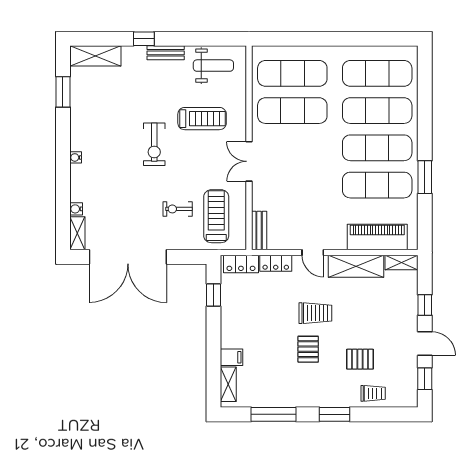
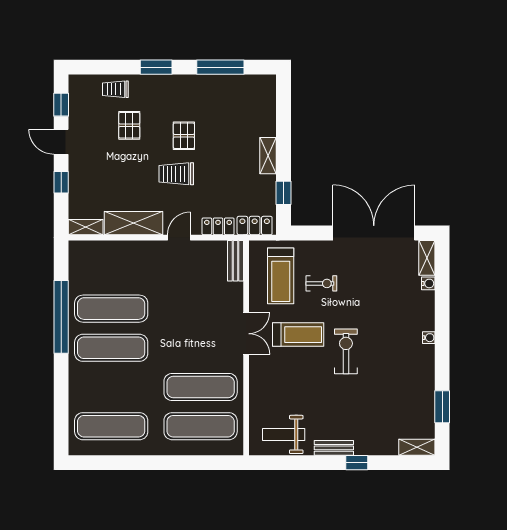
shelving: (95, 56) -> (417, 447), width x0.67, depth x0.75
exercise mat: (377, 111) -> (111, 387), removed
treadmill: (202, 119) -> (298, 335), moved, turned 180
window: (425, 177) -> (61, 317), width x2.11
piano: (377, 237) -> (111, 254), removed
door: (313, 253) -> (179, 238), hinge flipped
filing cabinet: (232, 357) -> (264, 127), removed
pallet: (360, 359) -> (129, 125), turned 90
shelving: (228, 384) -> (268, 156), moved

